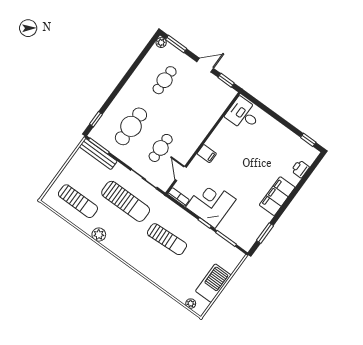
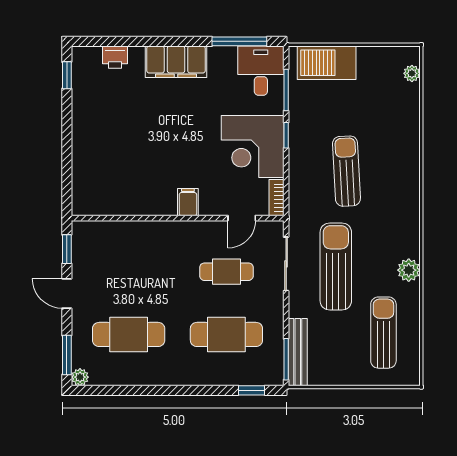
cafe table: (165, 80) -> (129, 334), width x1.37, depth x1.35
desk: (243, 114) -> (261, 71), moved, turned 180
window: (265, 233) -> (239, 41), width x1.44
barbecue: (213, 283) -> (327, 63), moved

